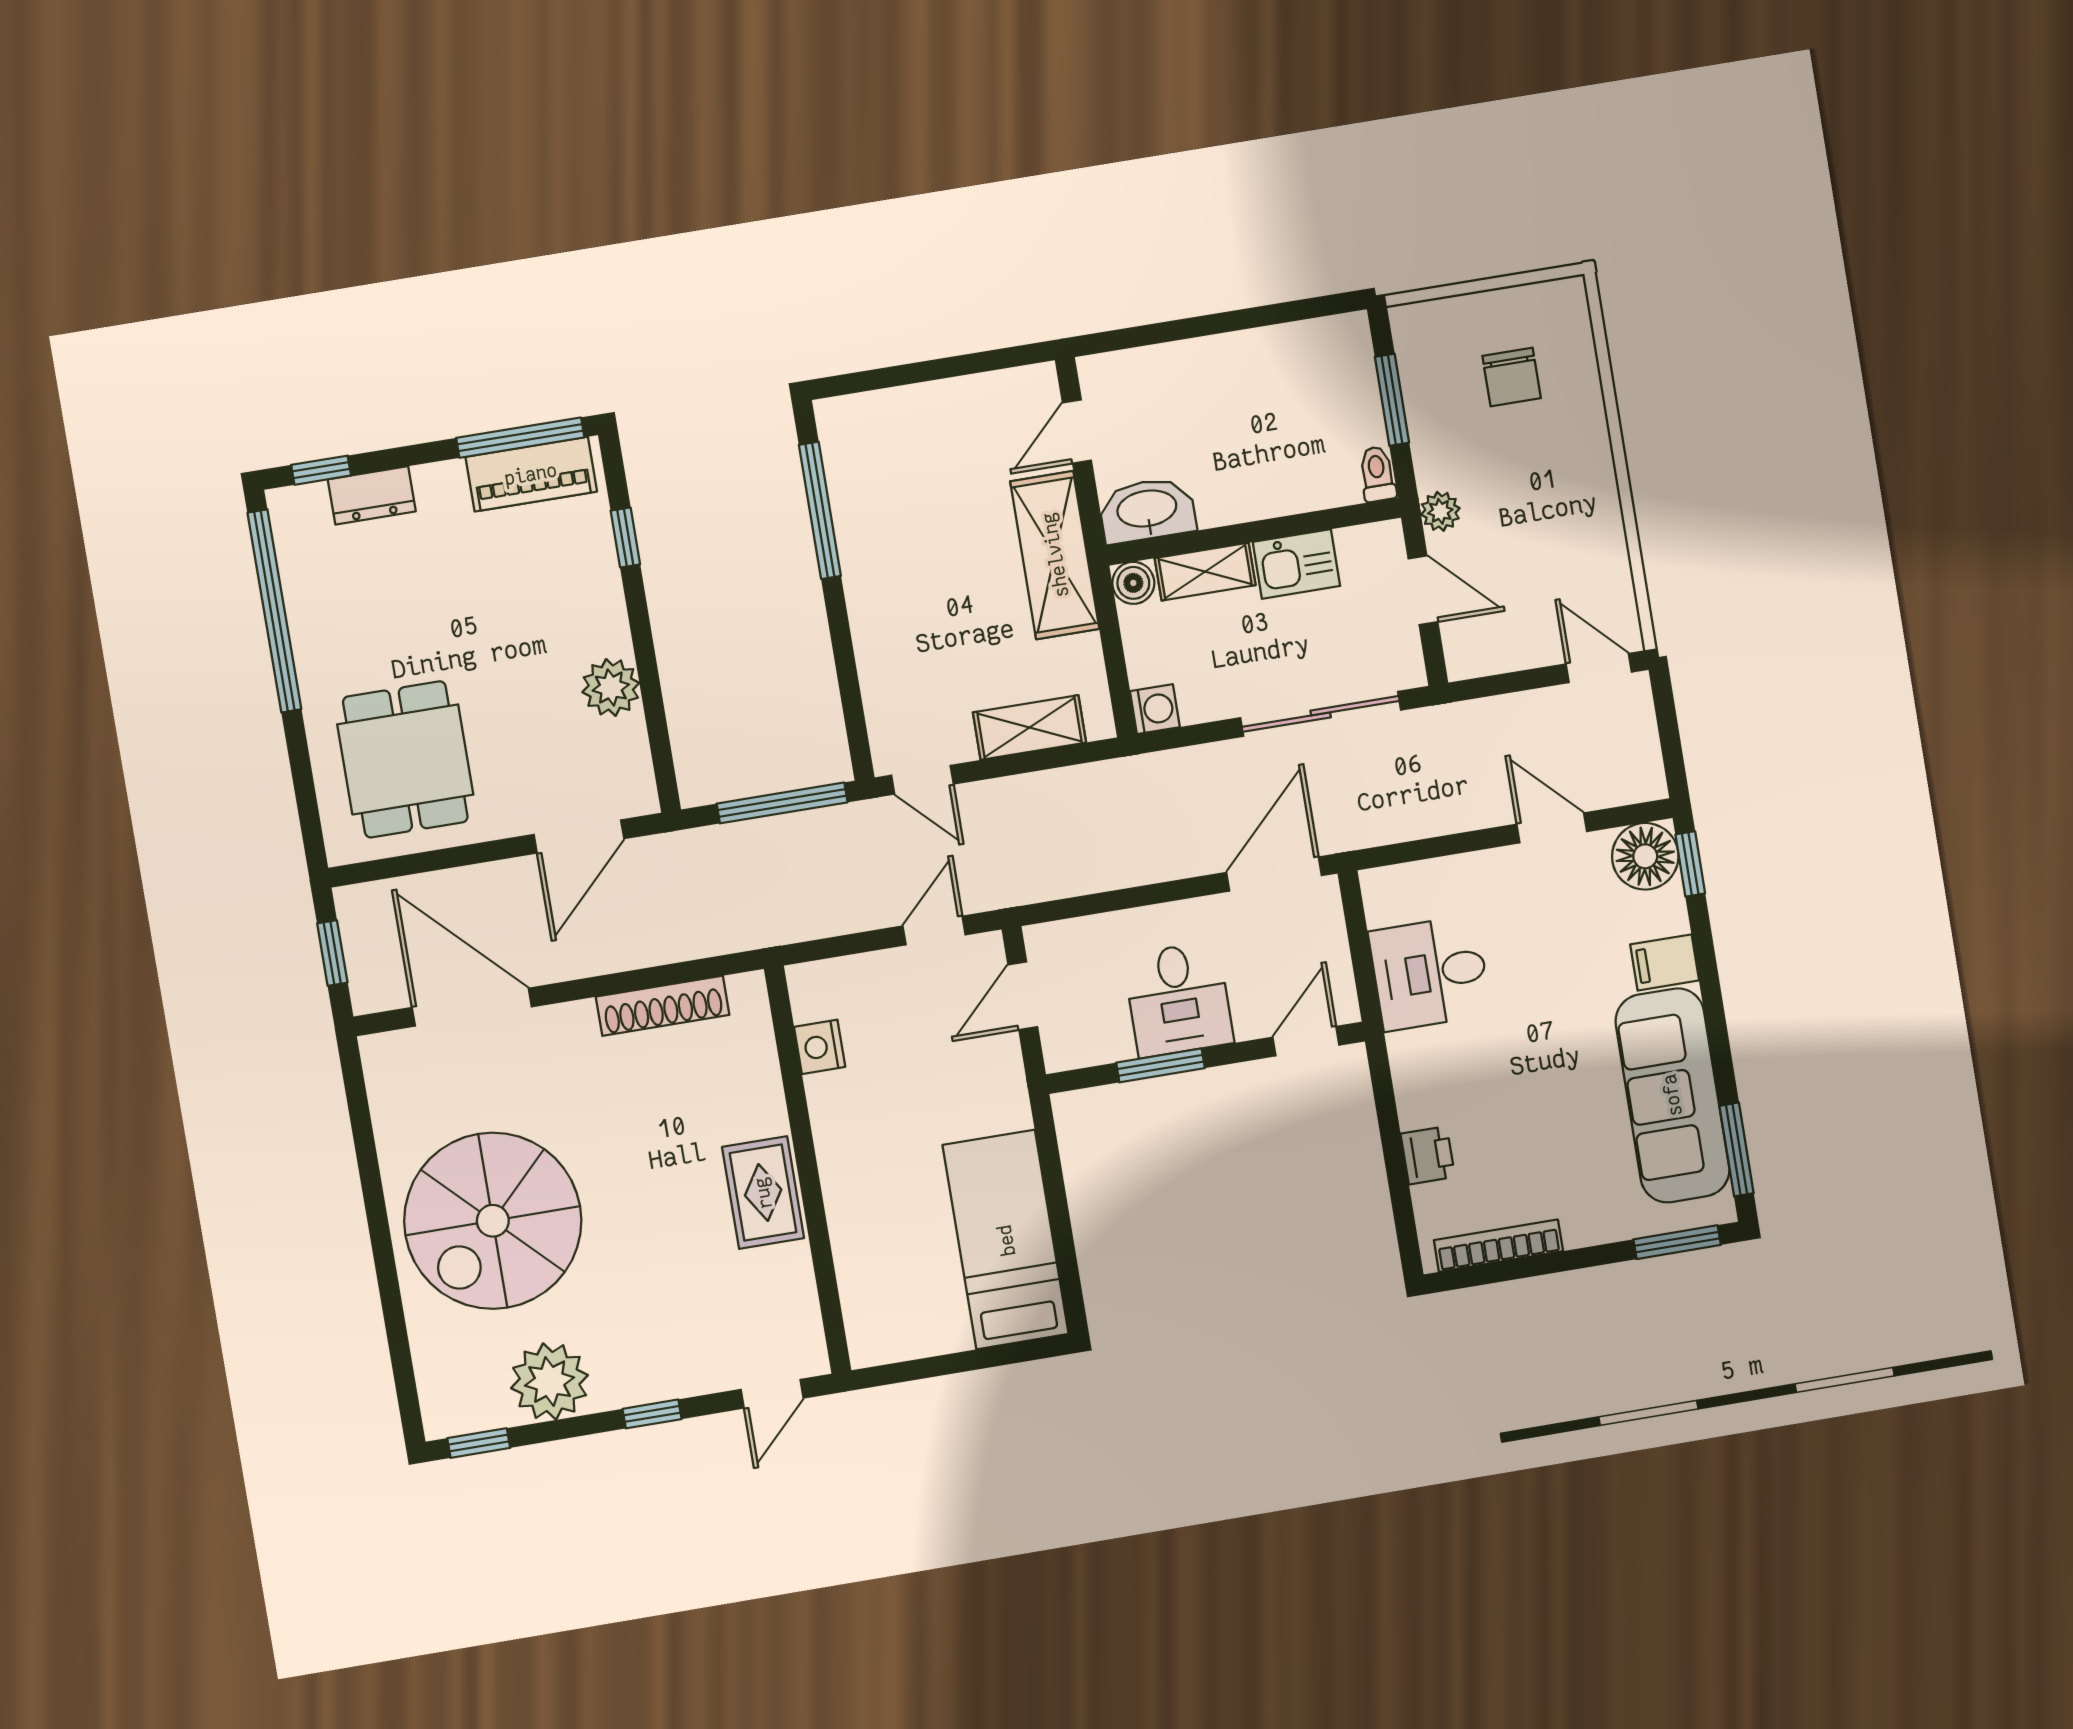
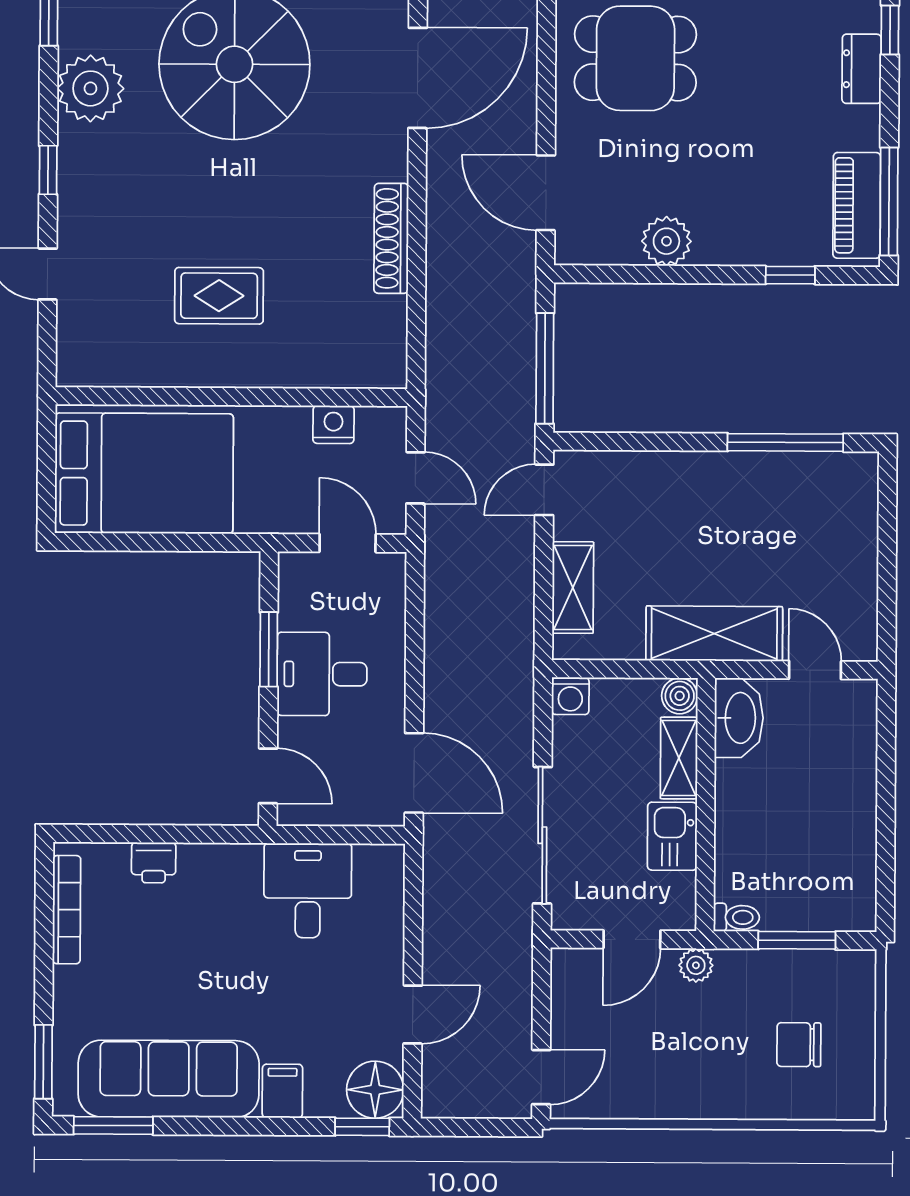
nightstand: (820, 1047) -> (334, 425), moved
wall: (808, 1170) -> (231, 397), moved
bed: (1006, 1240) -> (144, 473), width x1.50

